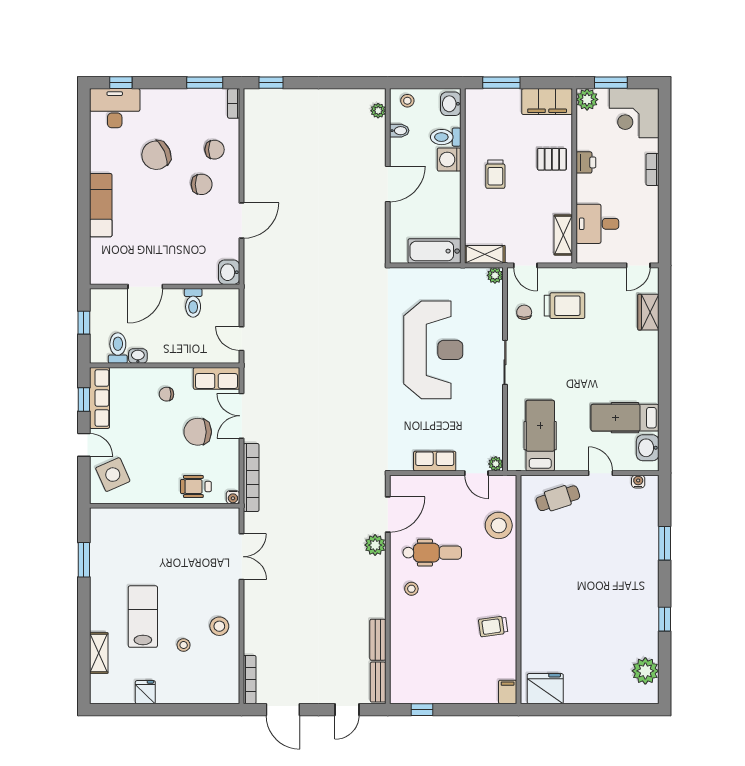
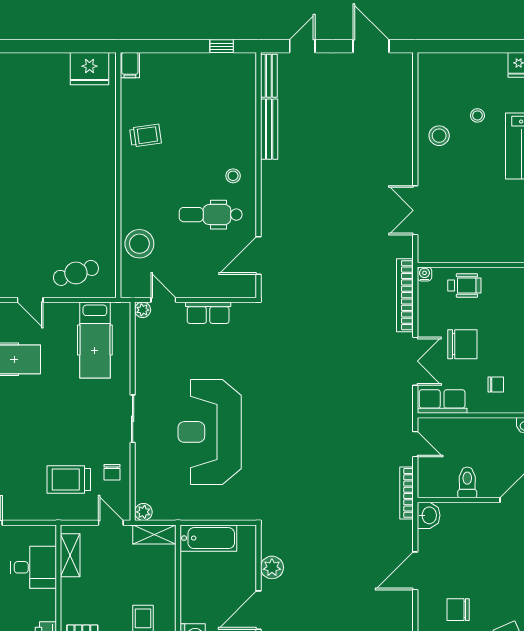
plant: (375, 545) -> (272, 567), moved
bench: (378, 640) -> (269, 129), width x1.36
bookcase: (250, 680) -> (407, 493), moved

